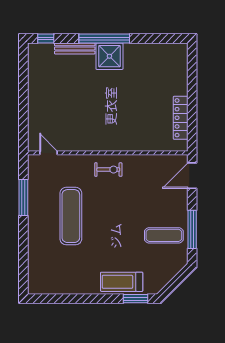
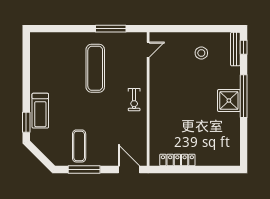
bench: (75, 48) -> (235, 49), moved
stool: (53, 89) -> (201, 53), added
exercise mat: (71, 216) -> (95, 68), turned 90
treadmill: (122, 282) -> (40, 111), turned 180

